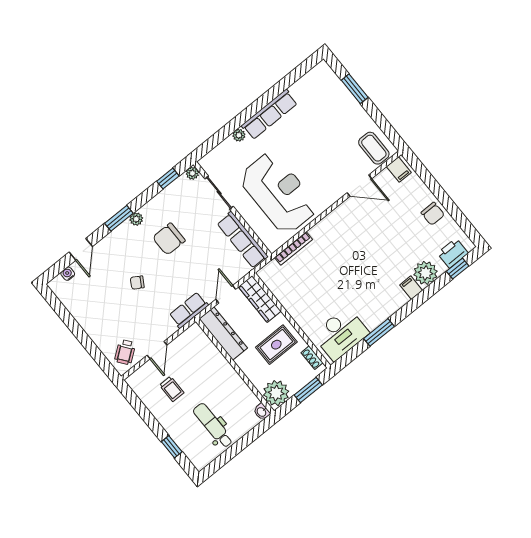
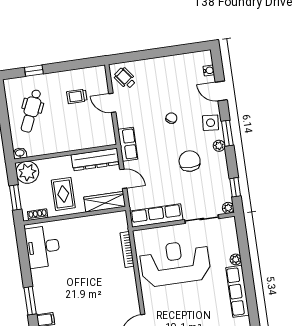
reception desk: (278, 193) -> (175, 263), turned 180
side table: (118, 241) -> (211, 123), added
window: (379, 332) -> (30, 301), moved
dental chair: (213, 425) -> (31, 111), turned 114

